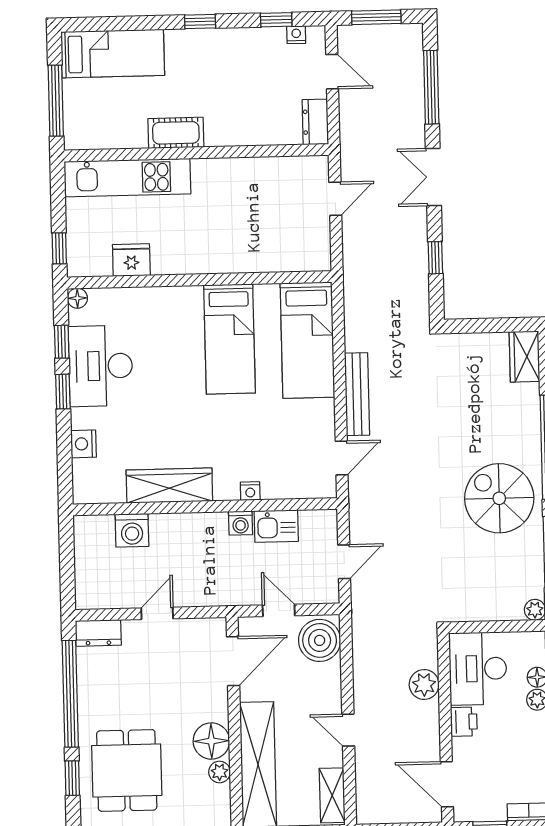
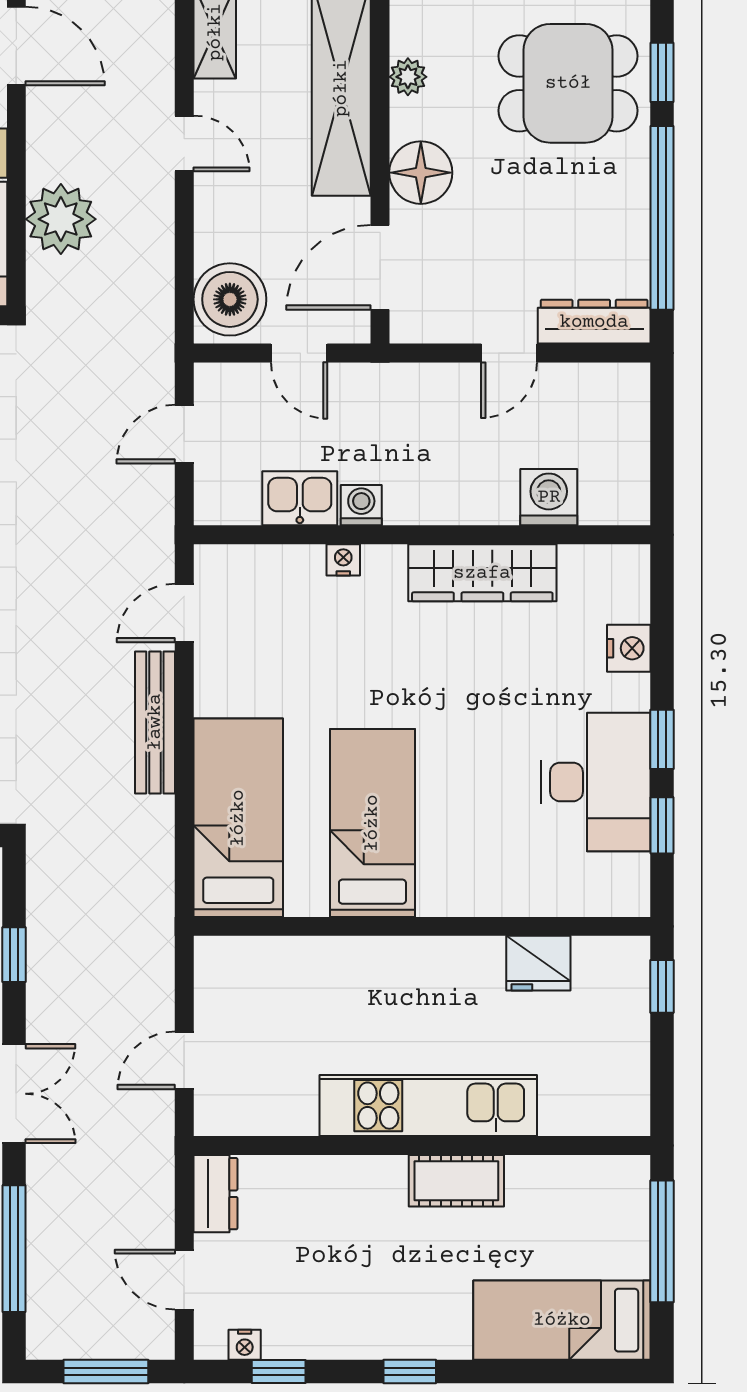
kitchen unit: (127, 178) -> (428, 1106), moved
floor lamp: (77, 298) -> (633, 900), removed
dresser: (98, 633) -> (594, 322), width x1.44
plant: (424, 684) -> (61, 219), width x1.36, depth x1.36
floor lamp: (211, 741) -> (421, 173), moved
dining table: (127, 770) -> (568, 83), turned 90

